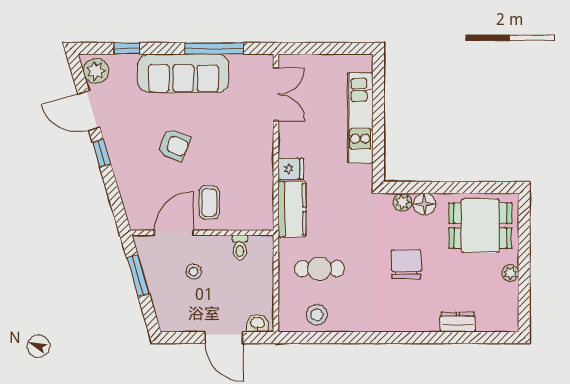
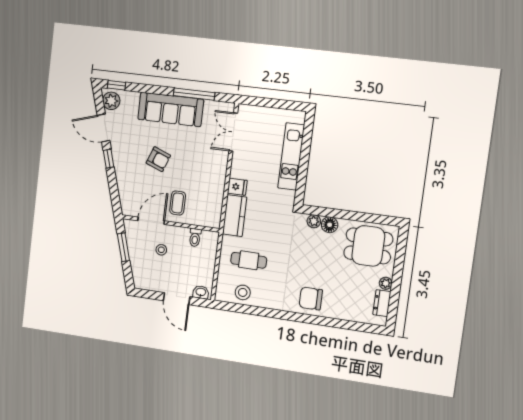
window: (127, 48) -> (116, 85), moved
double door: (276, 94) -> (233, 132), swing flipped
chair: (406, 264) -> (311, 298), moved, turned -90
dresser: (458, 322) -> (382, 303), moved, turned -90

